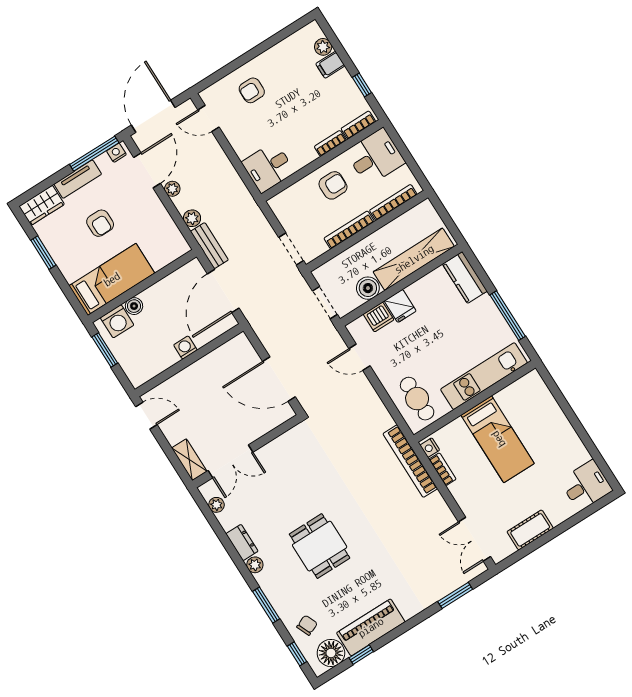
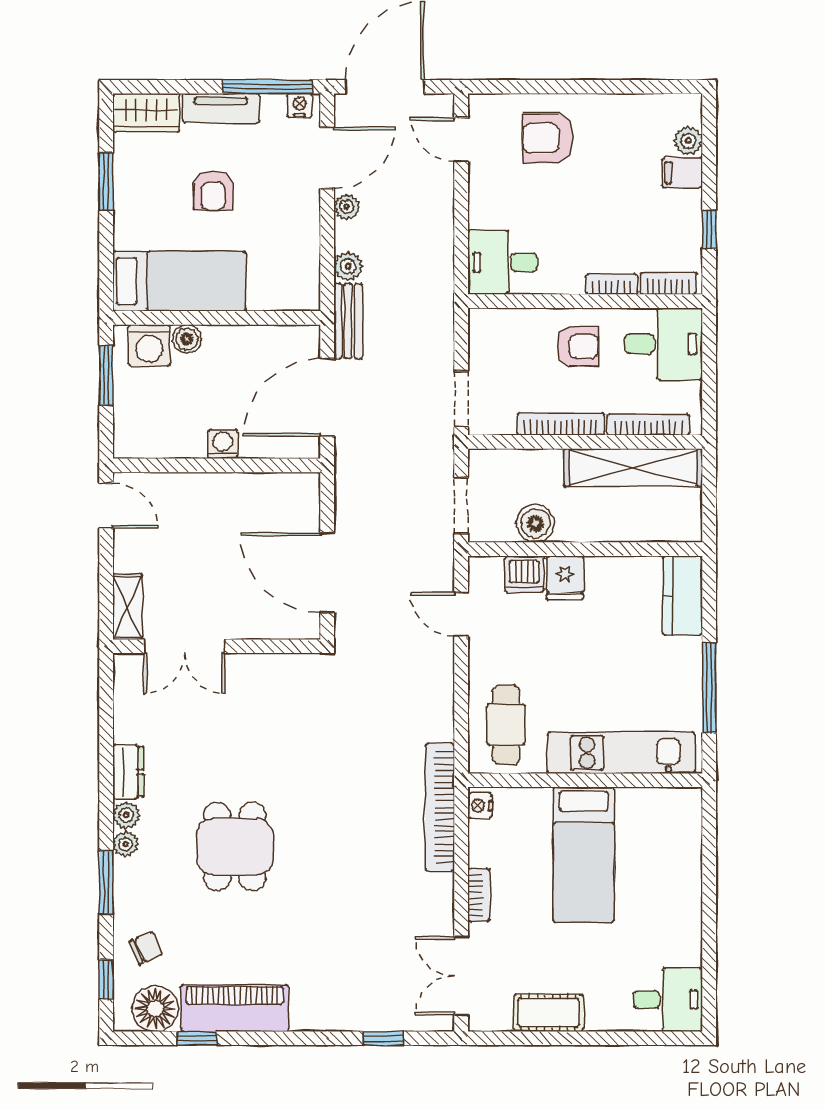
armchair: (252, 90) -> (548, 138), width x1.38, depth x1.38
shelving: (414, 259) -> (633, 467), moved
bookcase: (443, 469) -> (479, 895), moved
plant: (216, 505) -> (126, 844), moved
window: (455, 595) -> (383, 1038), width x0.67

